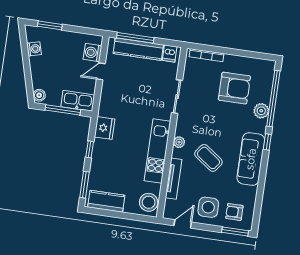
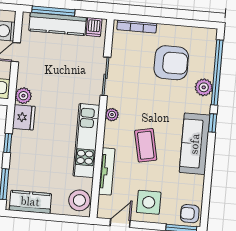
plant: (105, 109) -> (23, 96), added
plant: (179, 142) -> (112, 115), moved
coffee table: (208, 158) -> (146, 145), turned 42
armchair: (234, 212) -> (190, 214), moved

